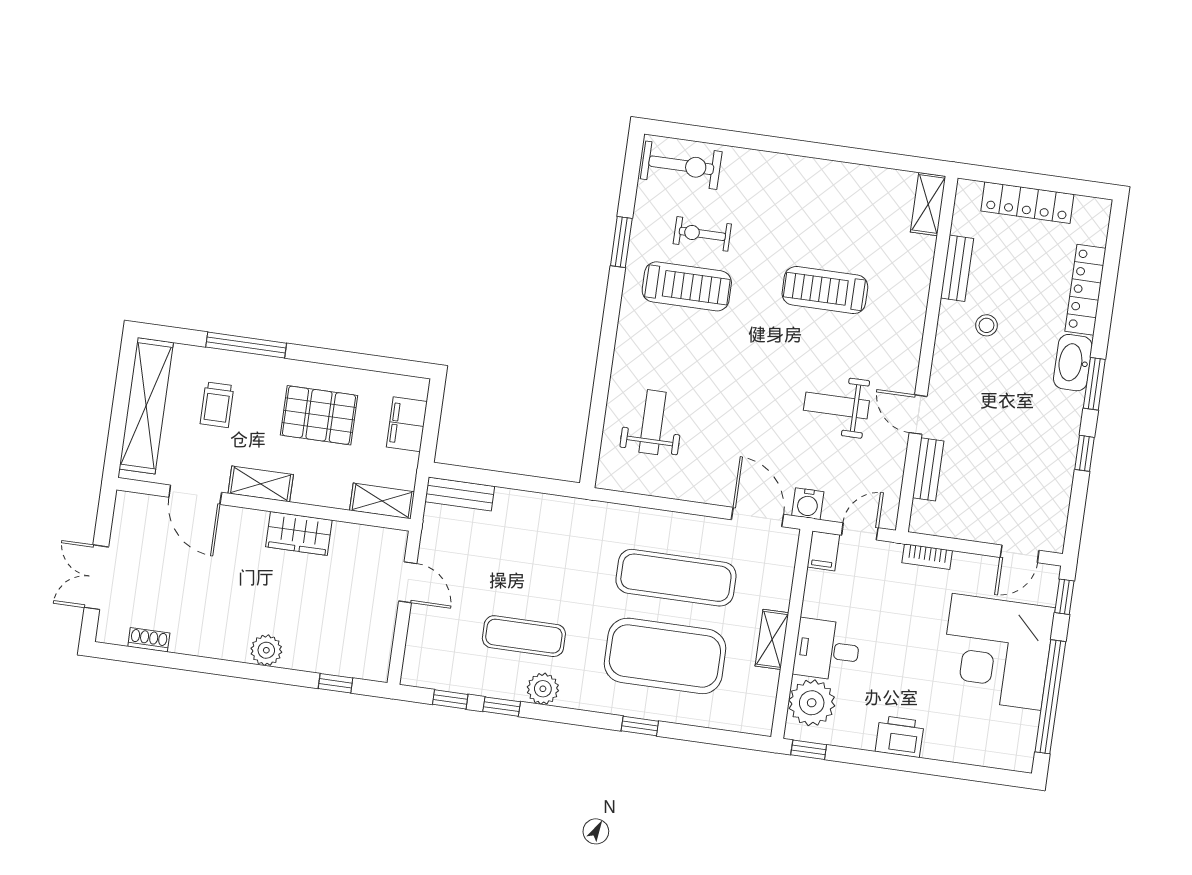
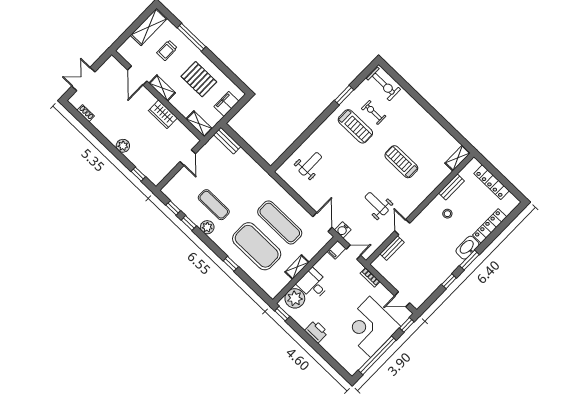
shelving: (146, 406) -> (149, 27), width x0.68

